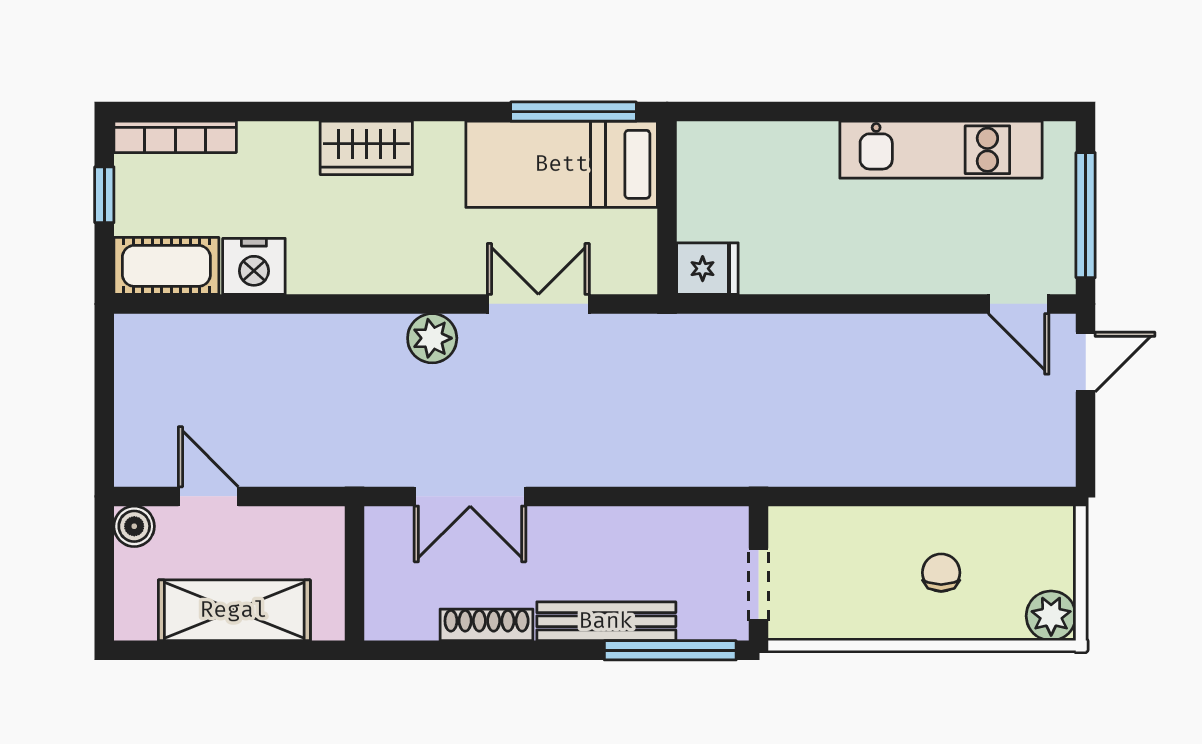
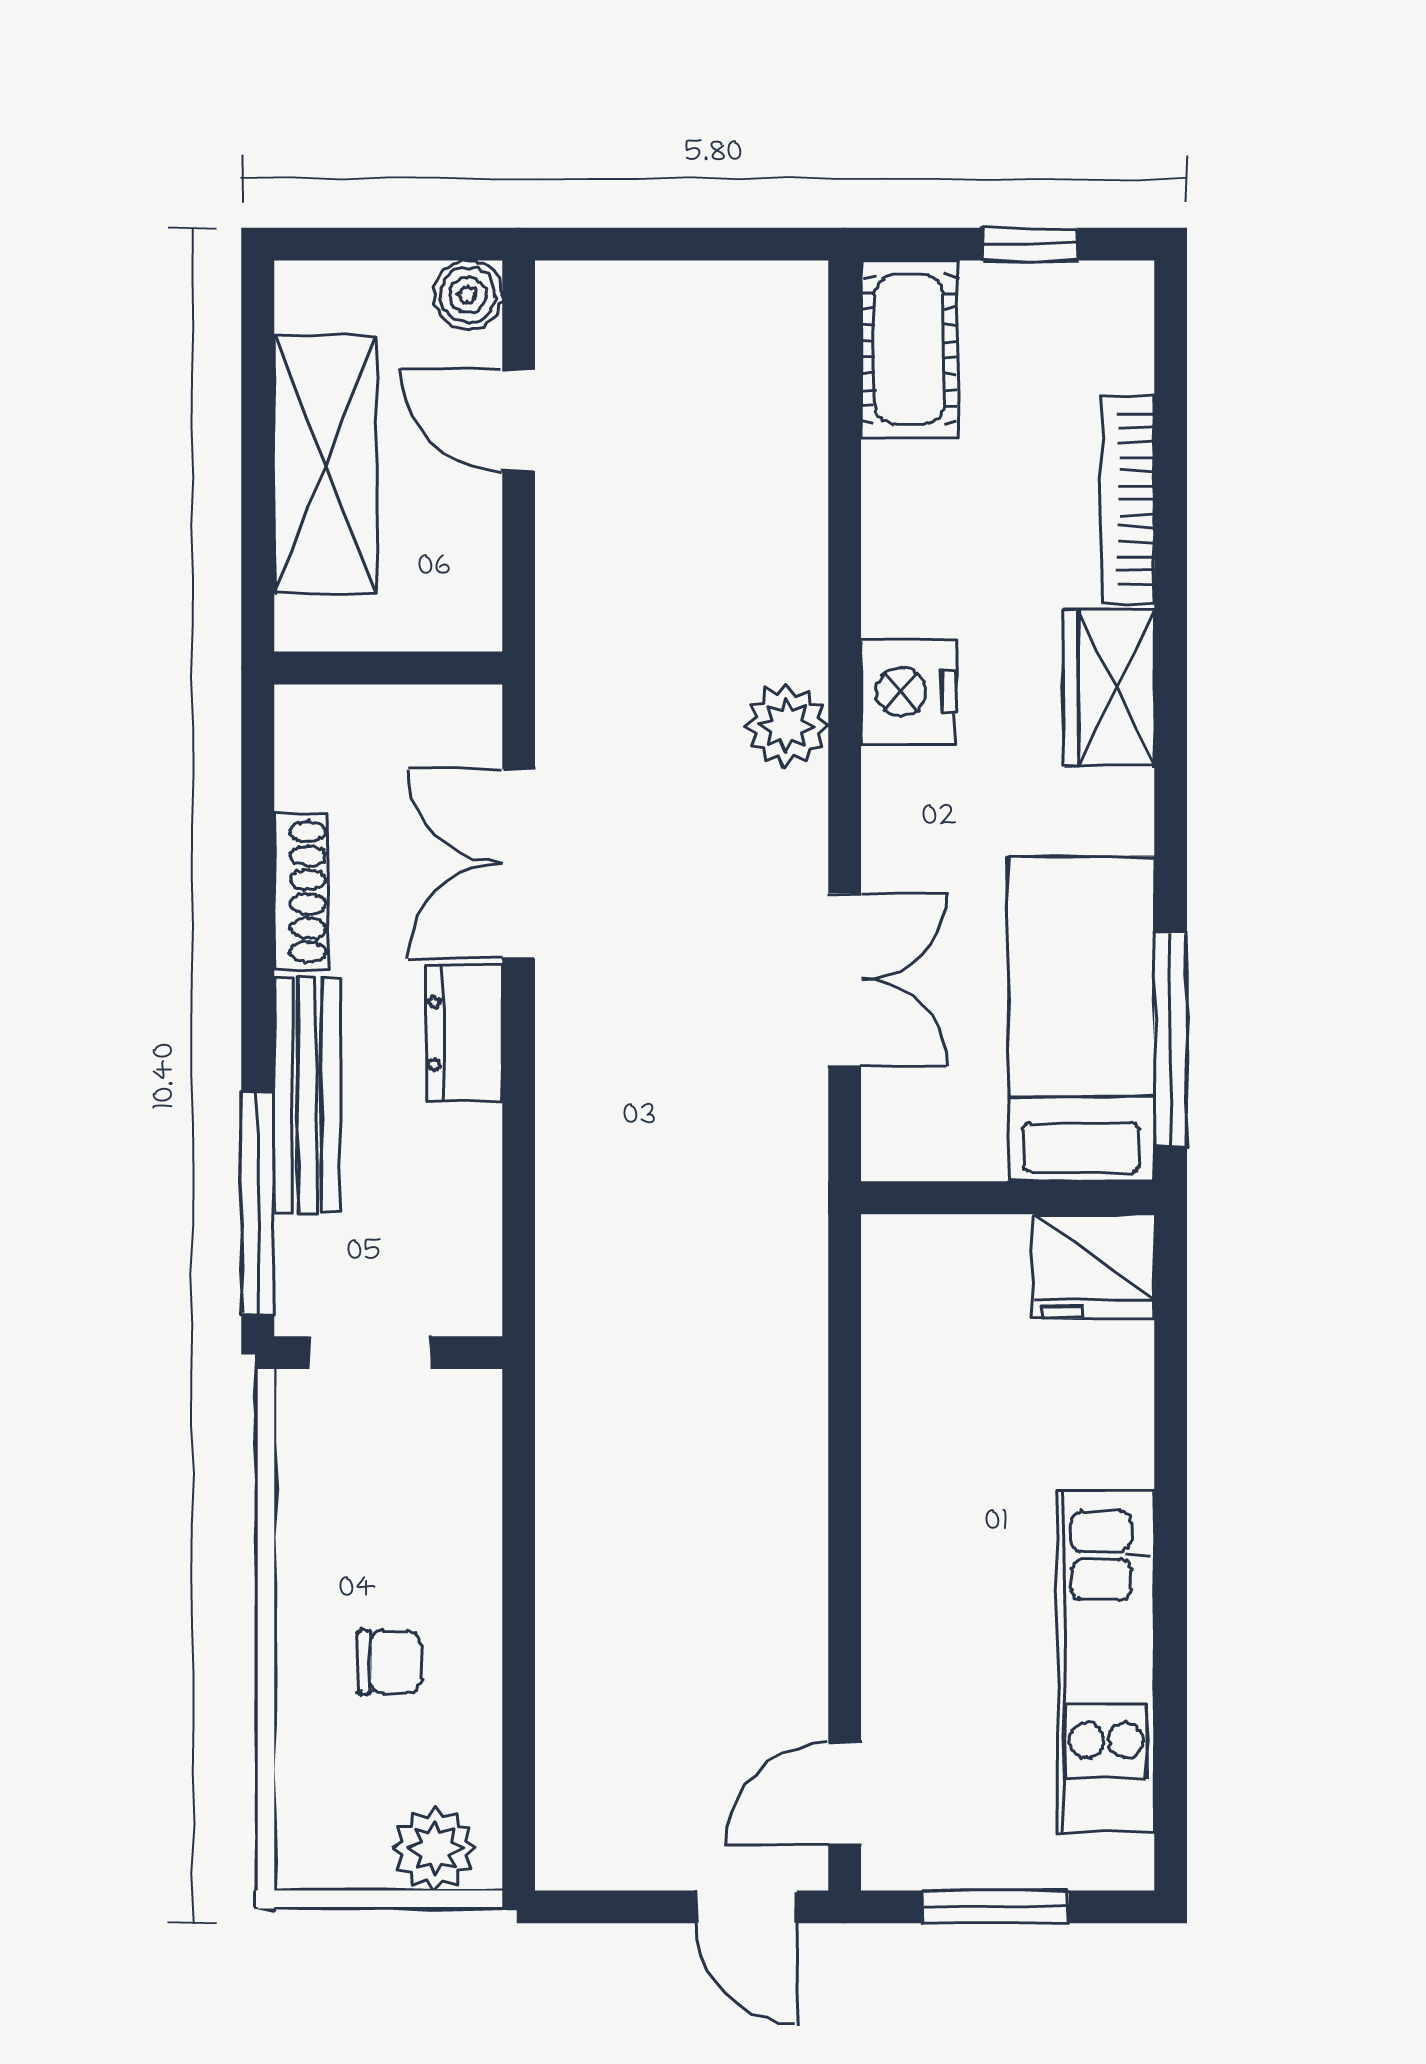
bookcase: (175, 137) -> (1128, 500), moved
window: (1086, 215) -> (995, 1907), width x0.69
nightstand: (254, 266) -> (908, 692), moved
fridge: (707, 269) -> (1094, 1266), moved, width x1.38
plant: (432, 338) -> (787, 726), moved
door: (208, 496) -> (519, 420), swing flipped
dresser: (570, 529) -> (464, 1033), added
plant: (1051, 616) -> (434, 1848), moved

